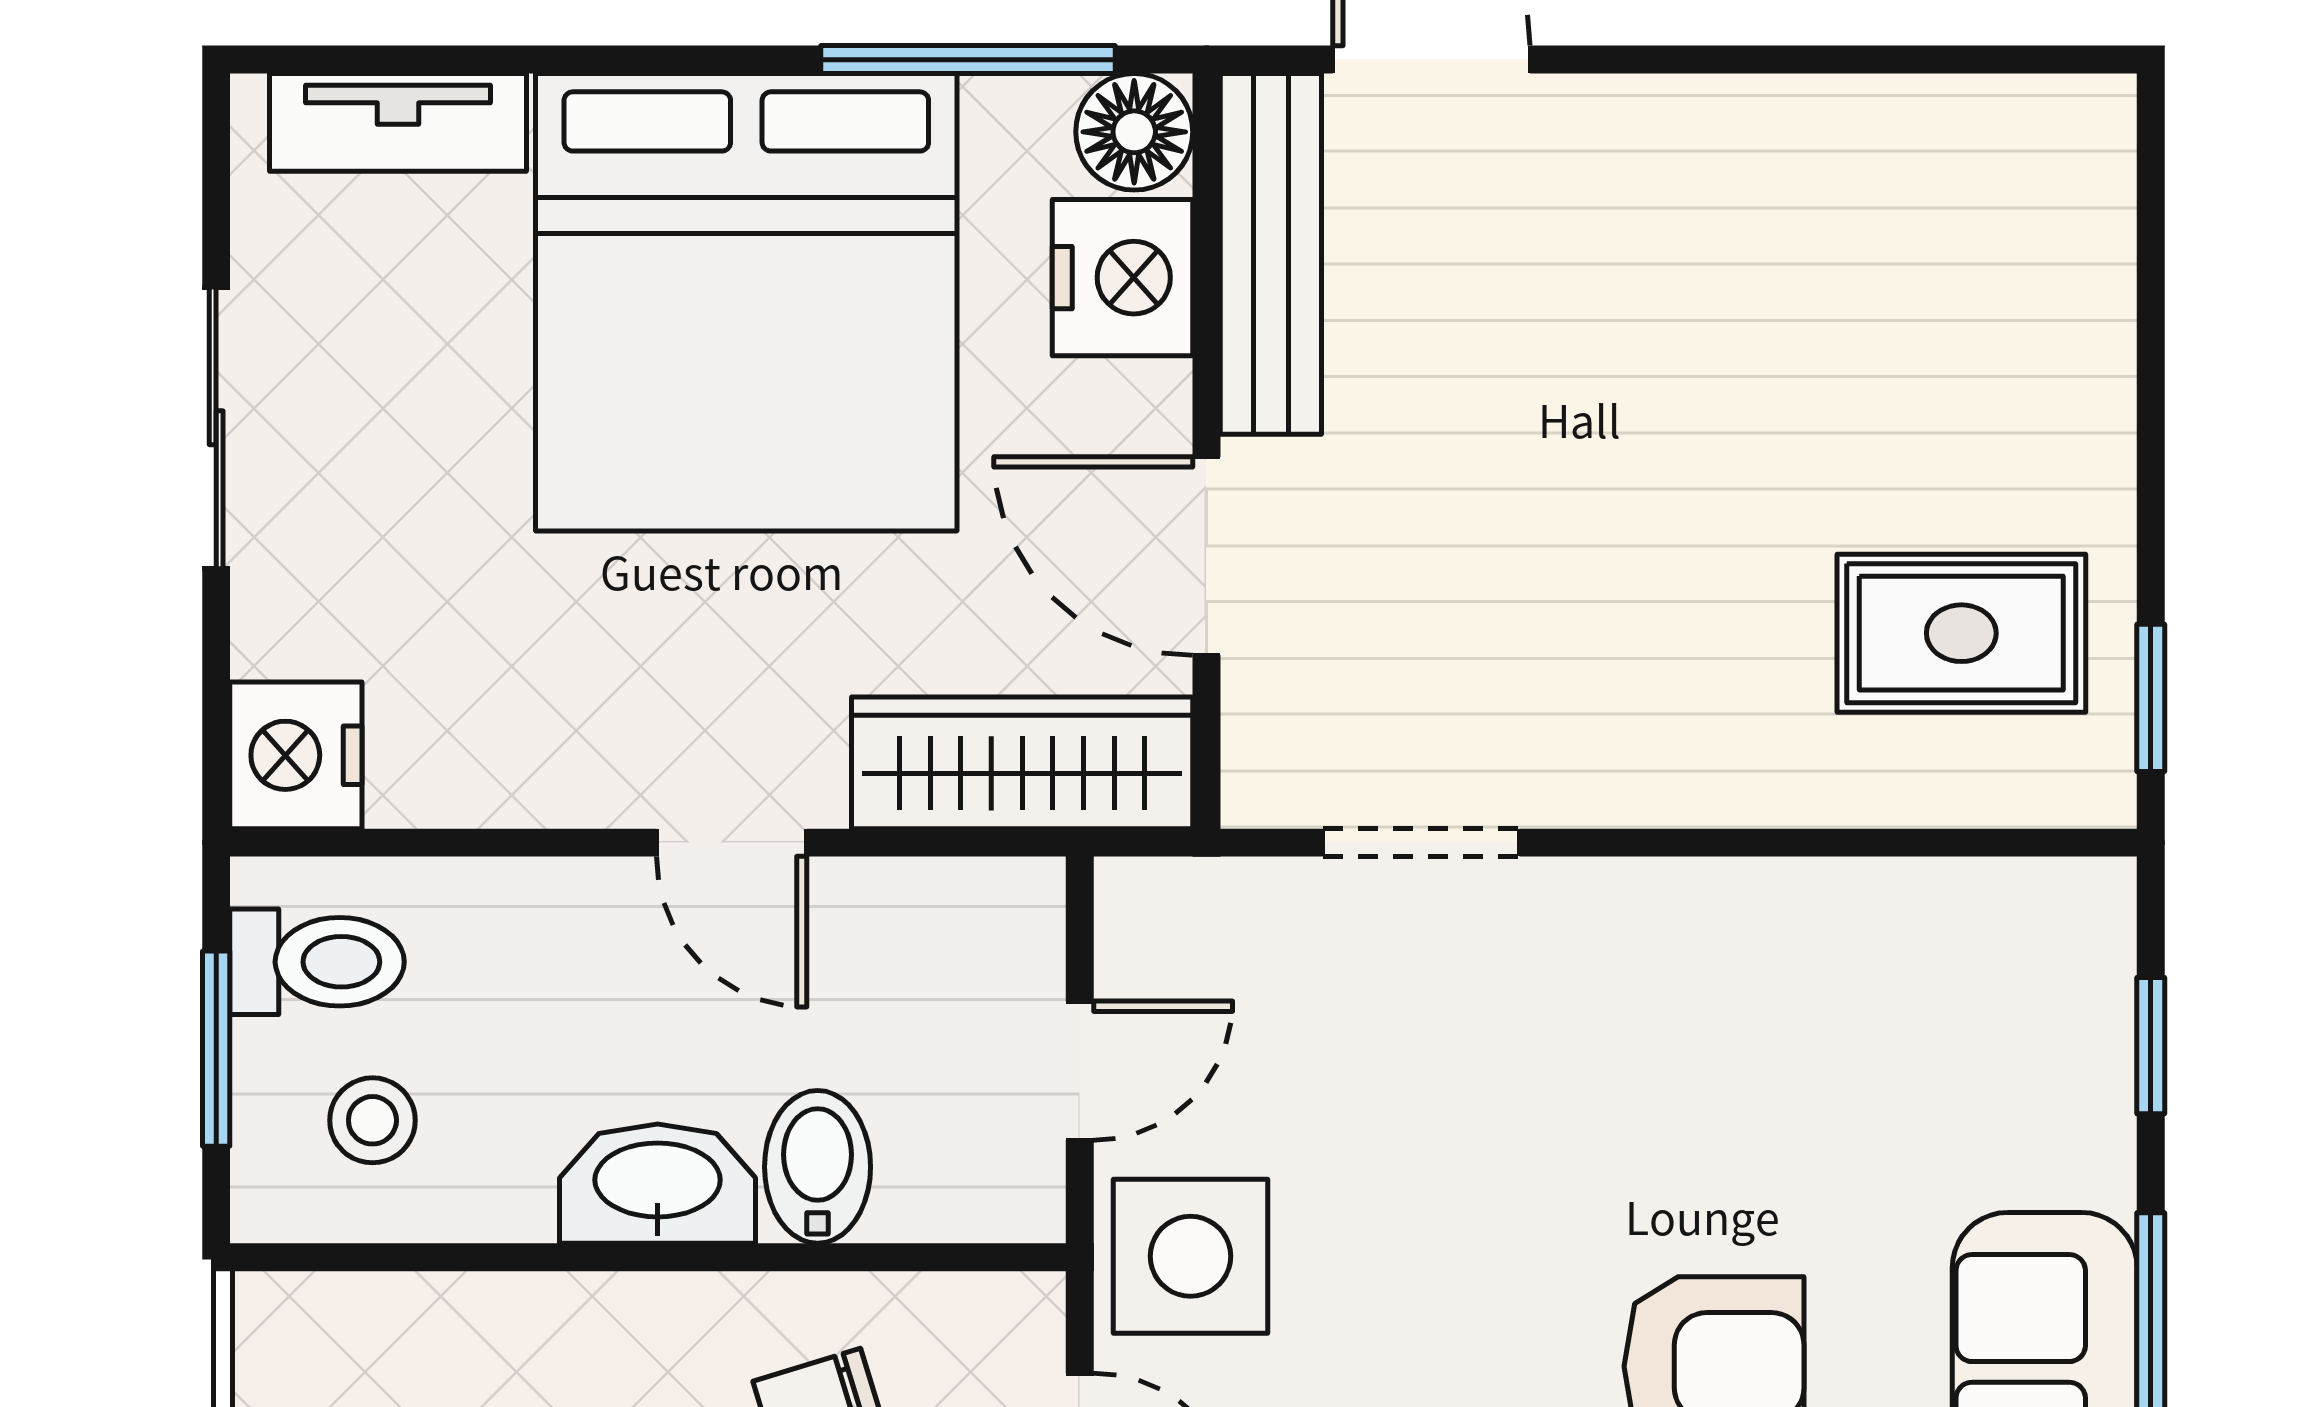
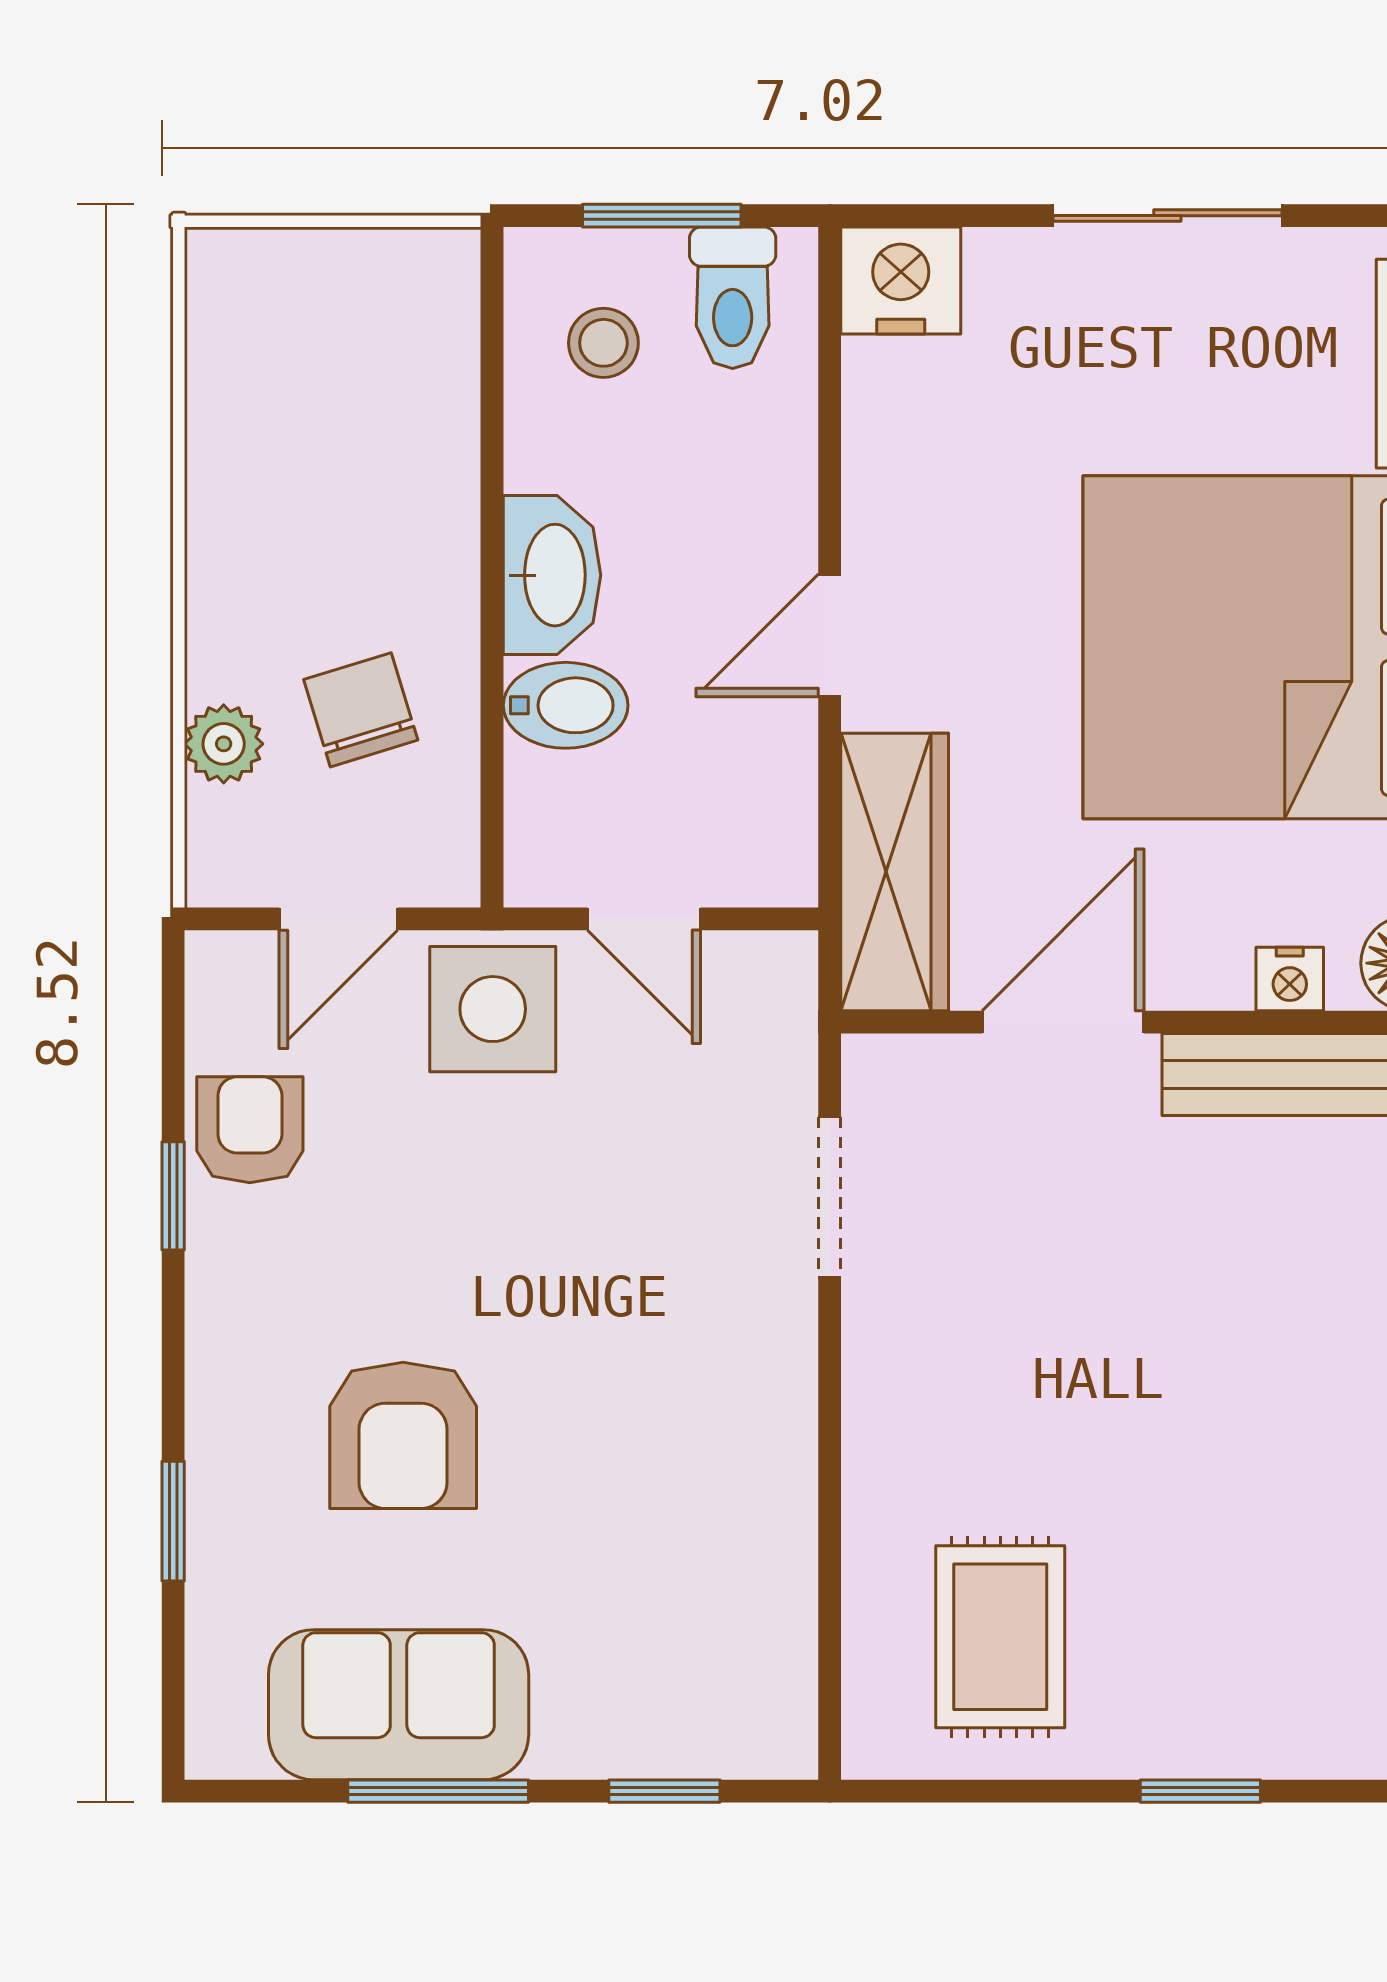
nightstand: (1123, 278) -> (1290, 979), width x0.53, depth x0.56
window: (2151, 698) -> (1200, 1791), moved

